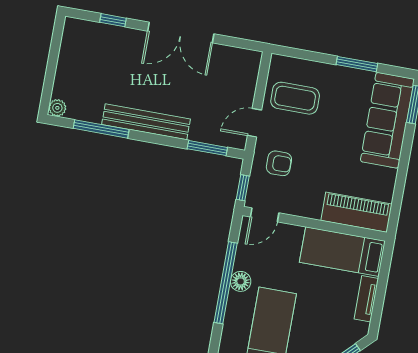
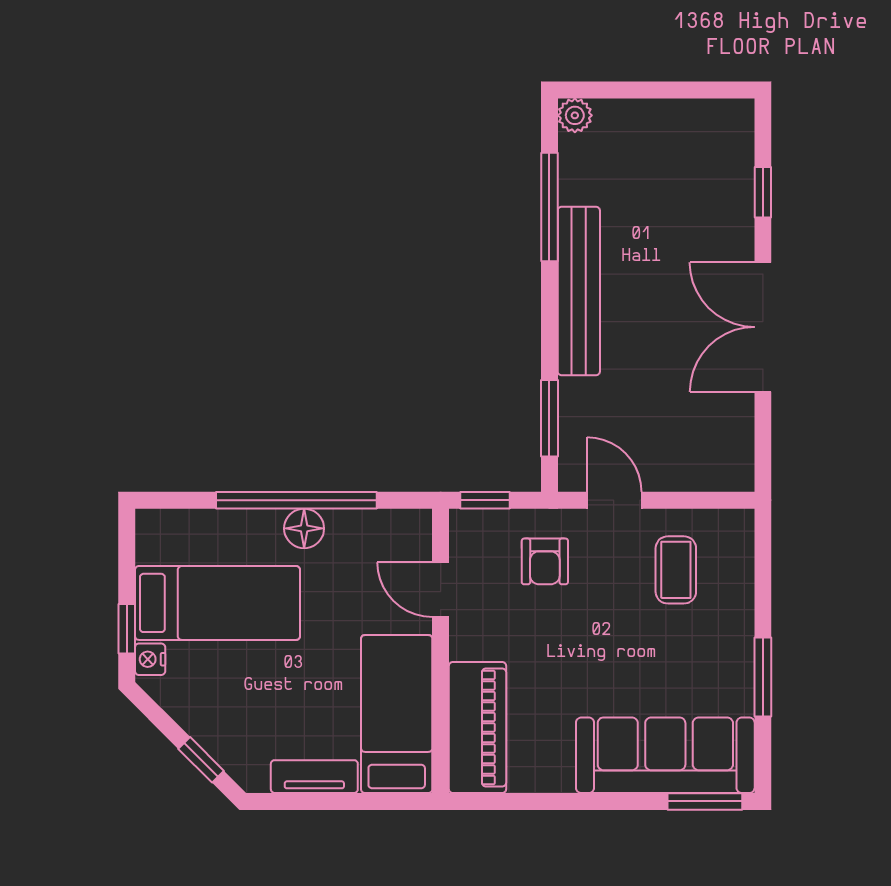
coffee table: (295, 98) -> (676, 570), width x0.73, depth x0.77
door: (265, 215) -> (441, 590), moved

